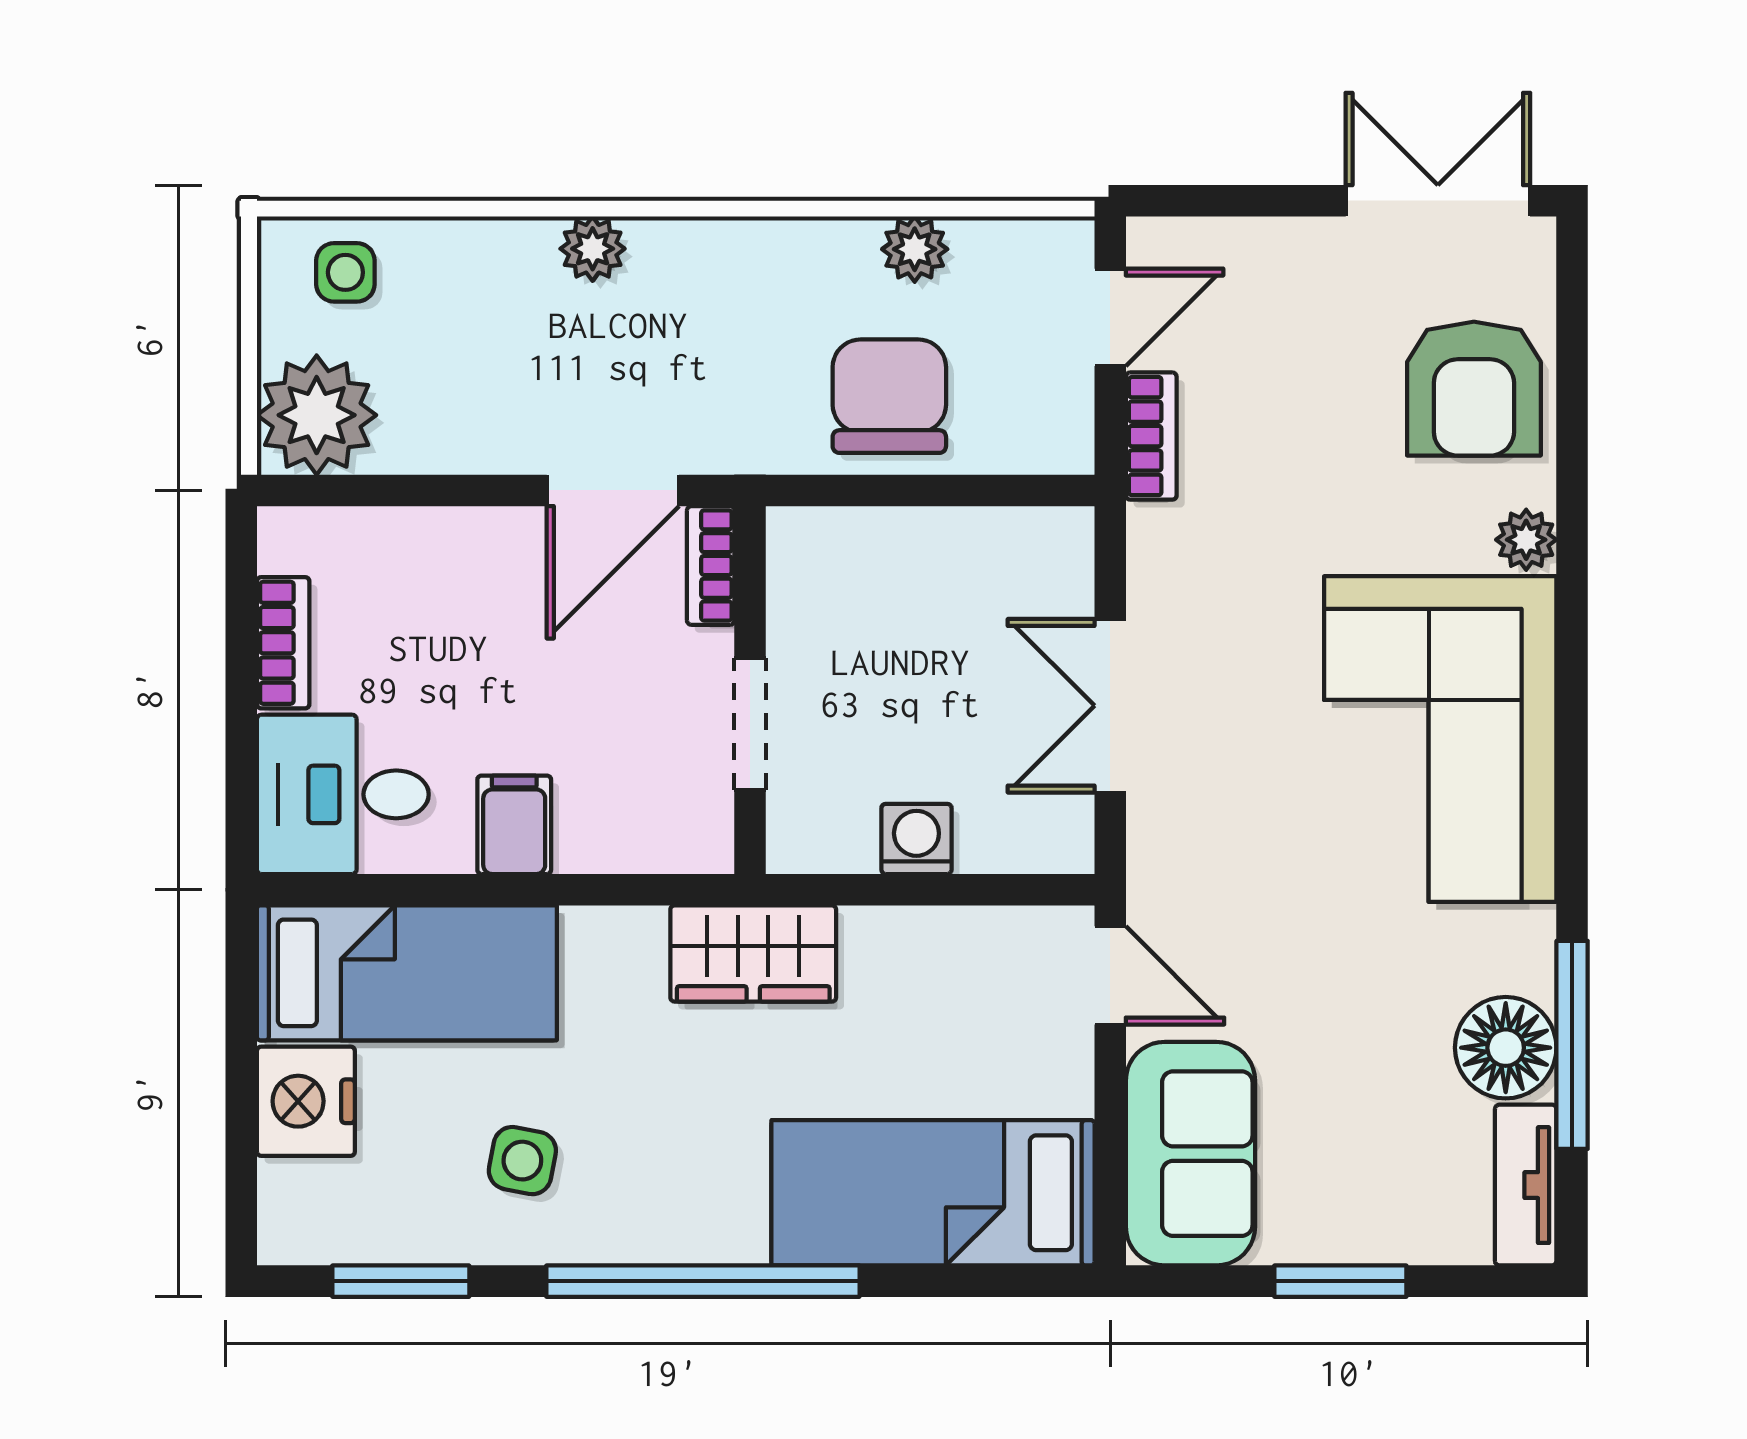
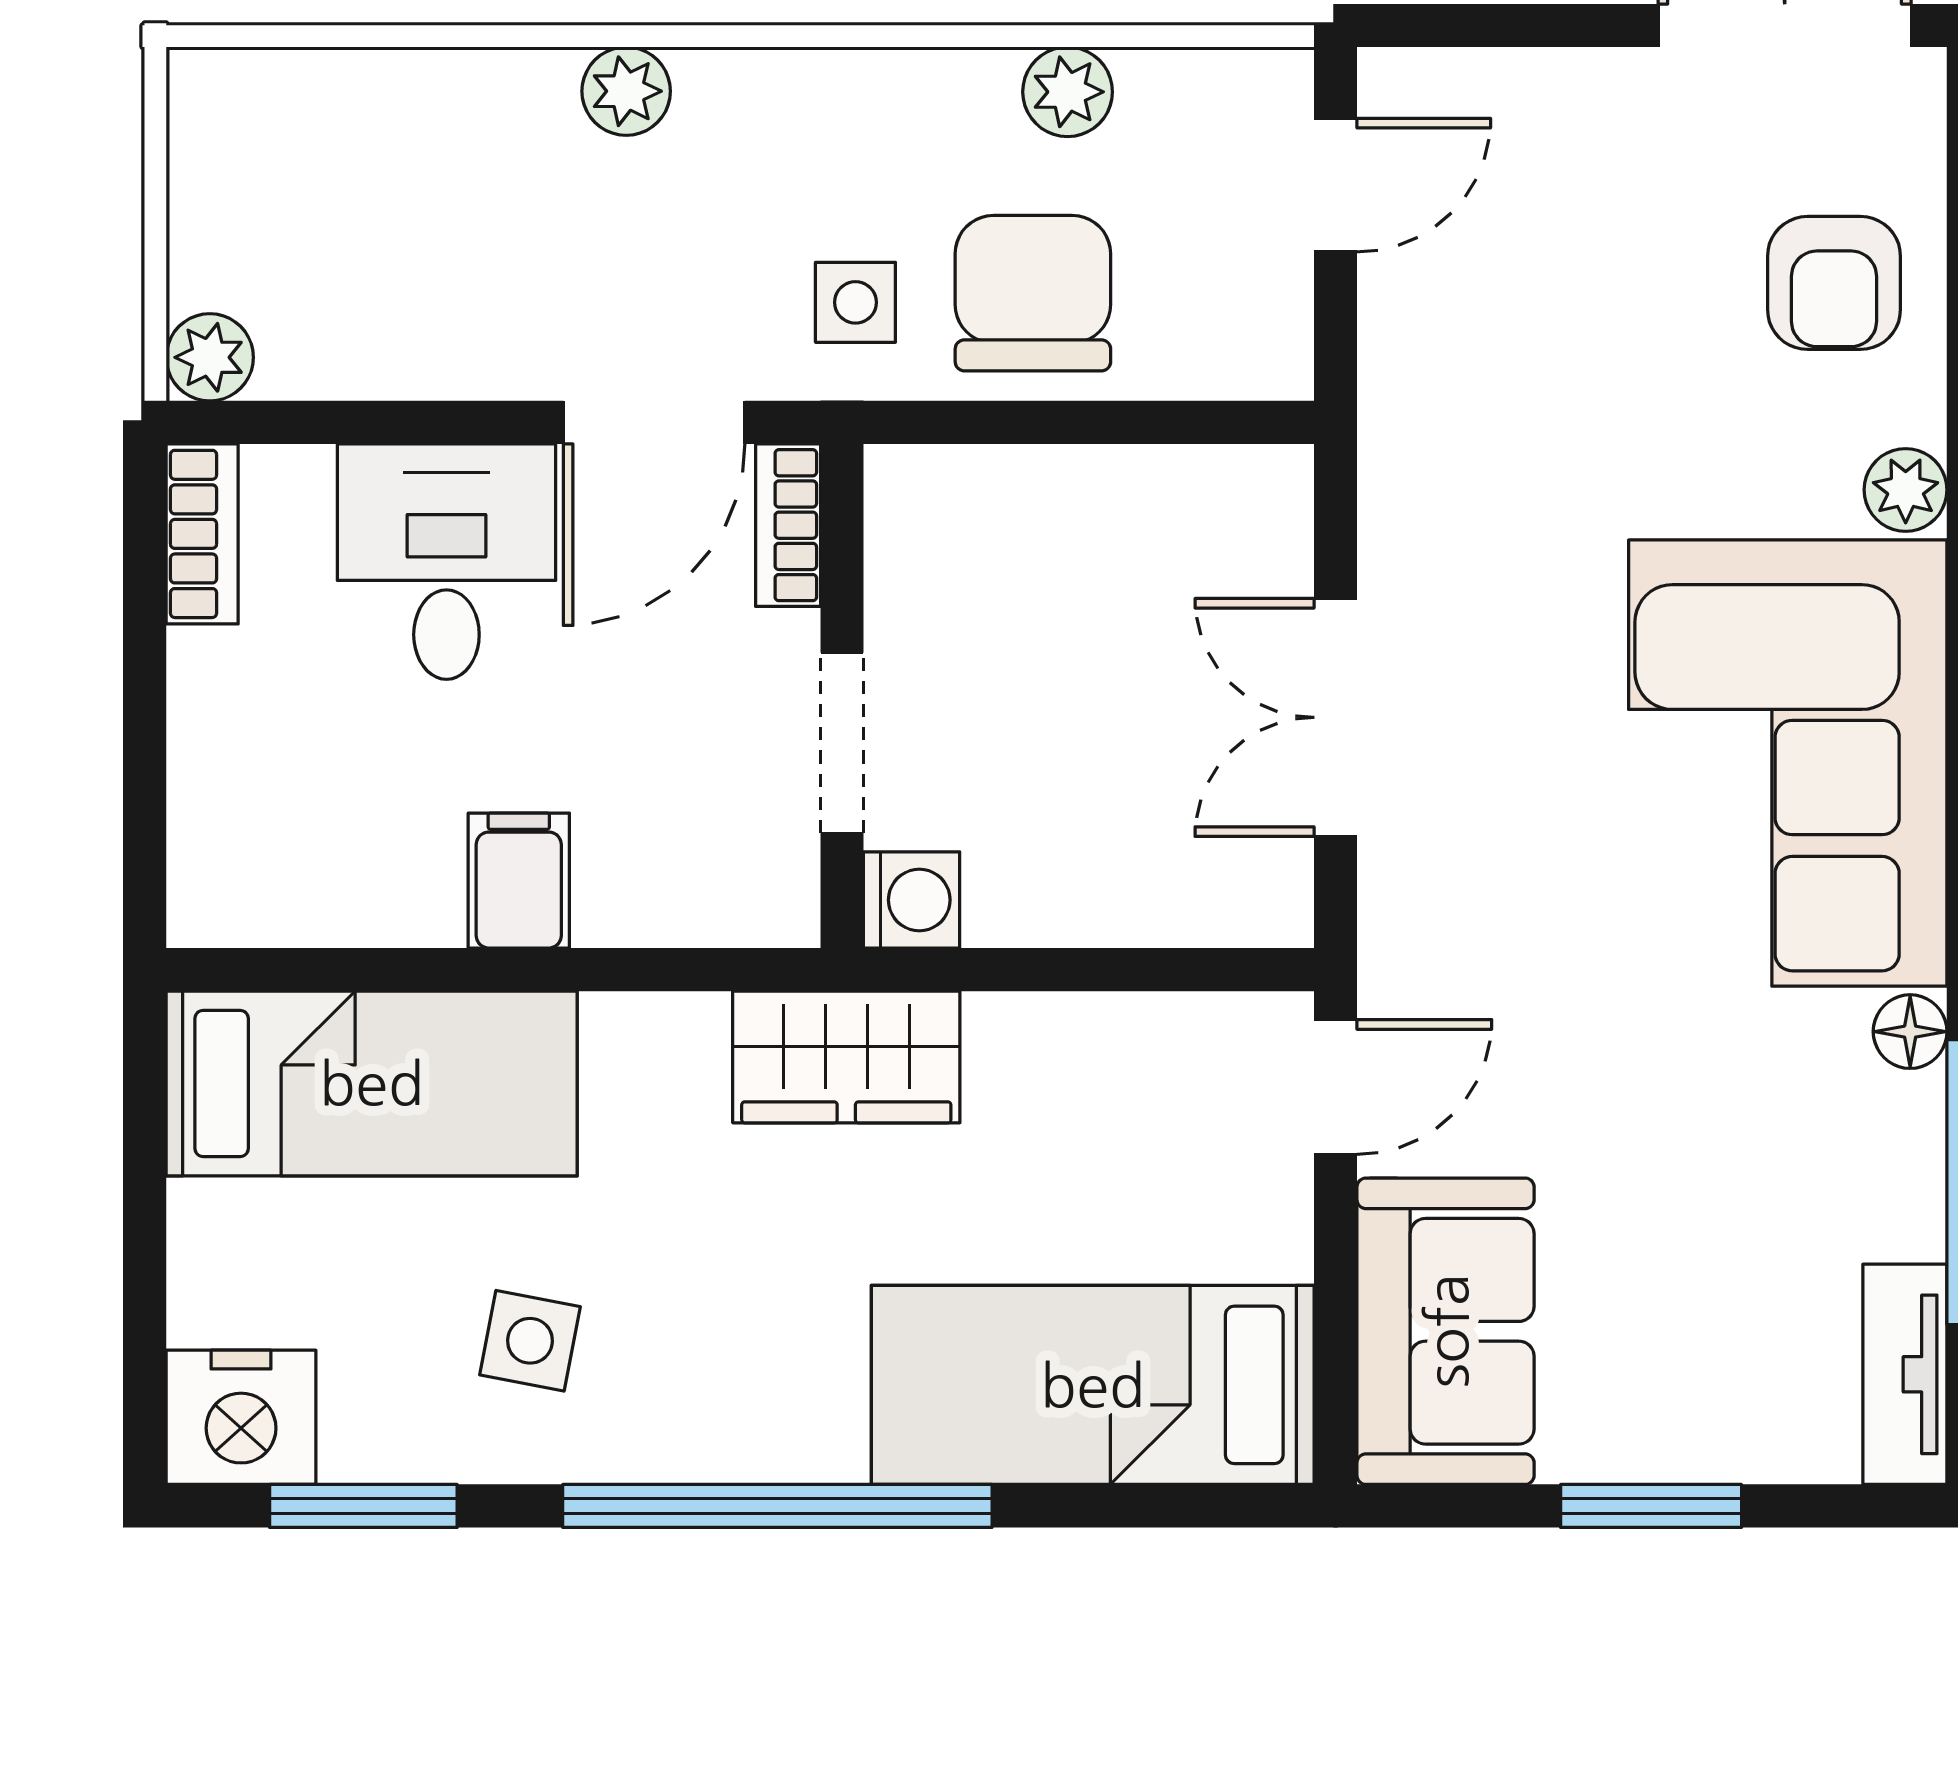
side table: (345, 272) -> (855, 302), moved
armchair: (1474, 389) -> (1834, 283), width x0.72, depth x0.72
plant: (317, 415) -> (210, 357), width x0.53, depth x0.53
bookcase: (1151, 436) -> (1392, 348), removed
bookcase: (283, 643) -> (202, 534), moved
desk: (343, 794) -> (446, 562), moved, turned 90
washing machine: (916, 839) -> (912, 900), moved, turned 90
door: (1110, 975) -> (1335, 1087), hinge flipped
floor lamp: (1506, 1048) -> (1910, 1032), moved, width x0.53, depth x0.53
nightstand: (306, 1101) -> (241, 1417), moved, turned -90

